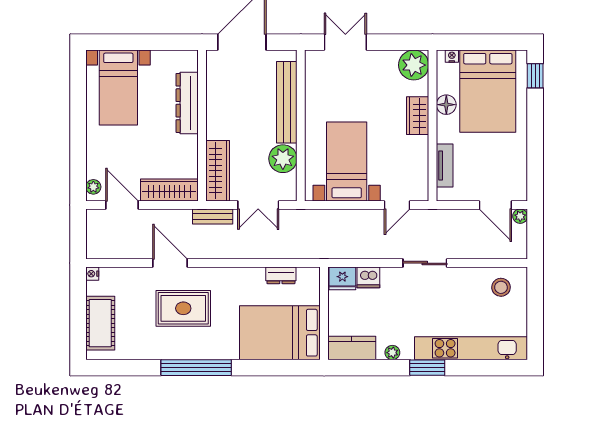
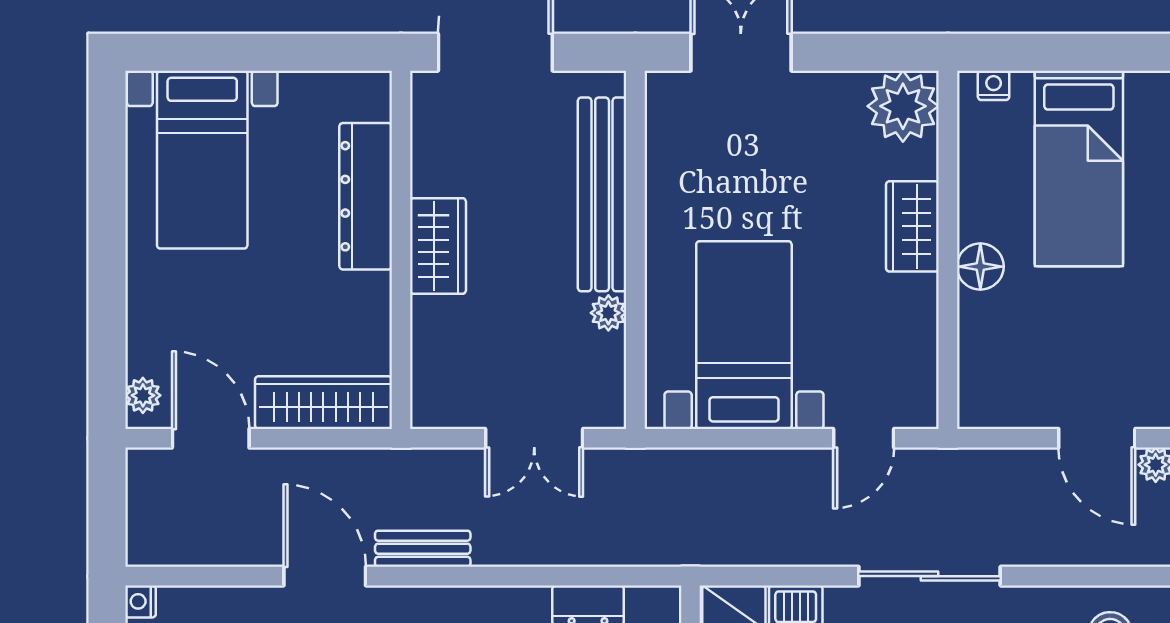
bed: (488, 91) -> (1079, 168), width x0.67
floor lamp: (446, 105) -> (980, 267), moved
plant: (283, 159) -> (608, 313), width x0.53, depth x0.53
tv unit: (445, 166) -> (977, 345), removed
wardrobe: (218, 171) -> (438, 246), moved, width x0.67
bench: (213, 216) -> (423, 549), moved
sliding door: (425, 263) -> (930, 576), width x1.37

